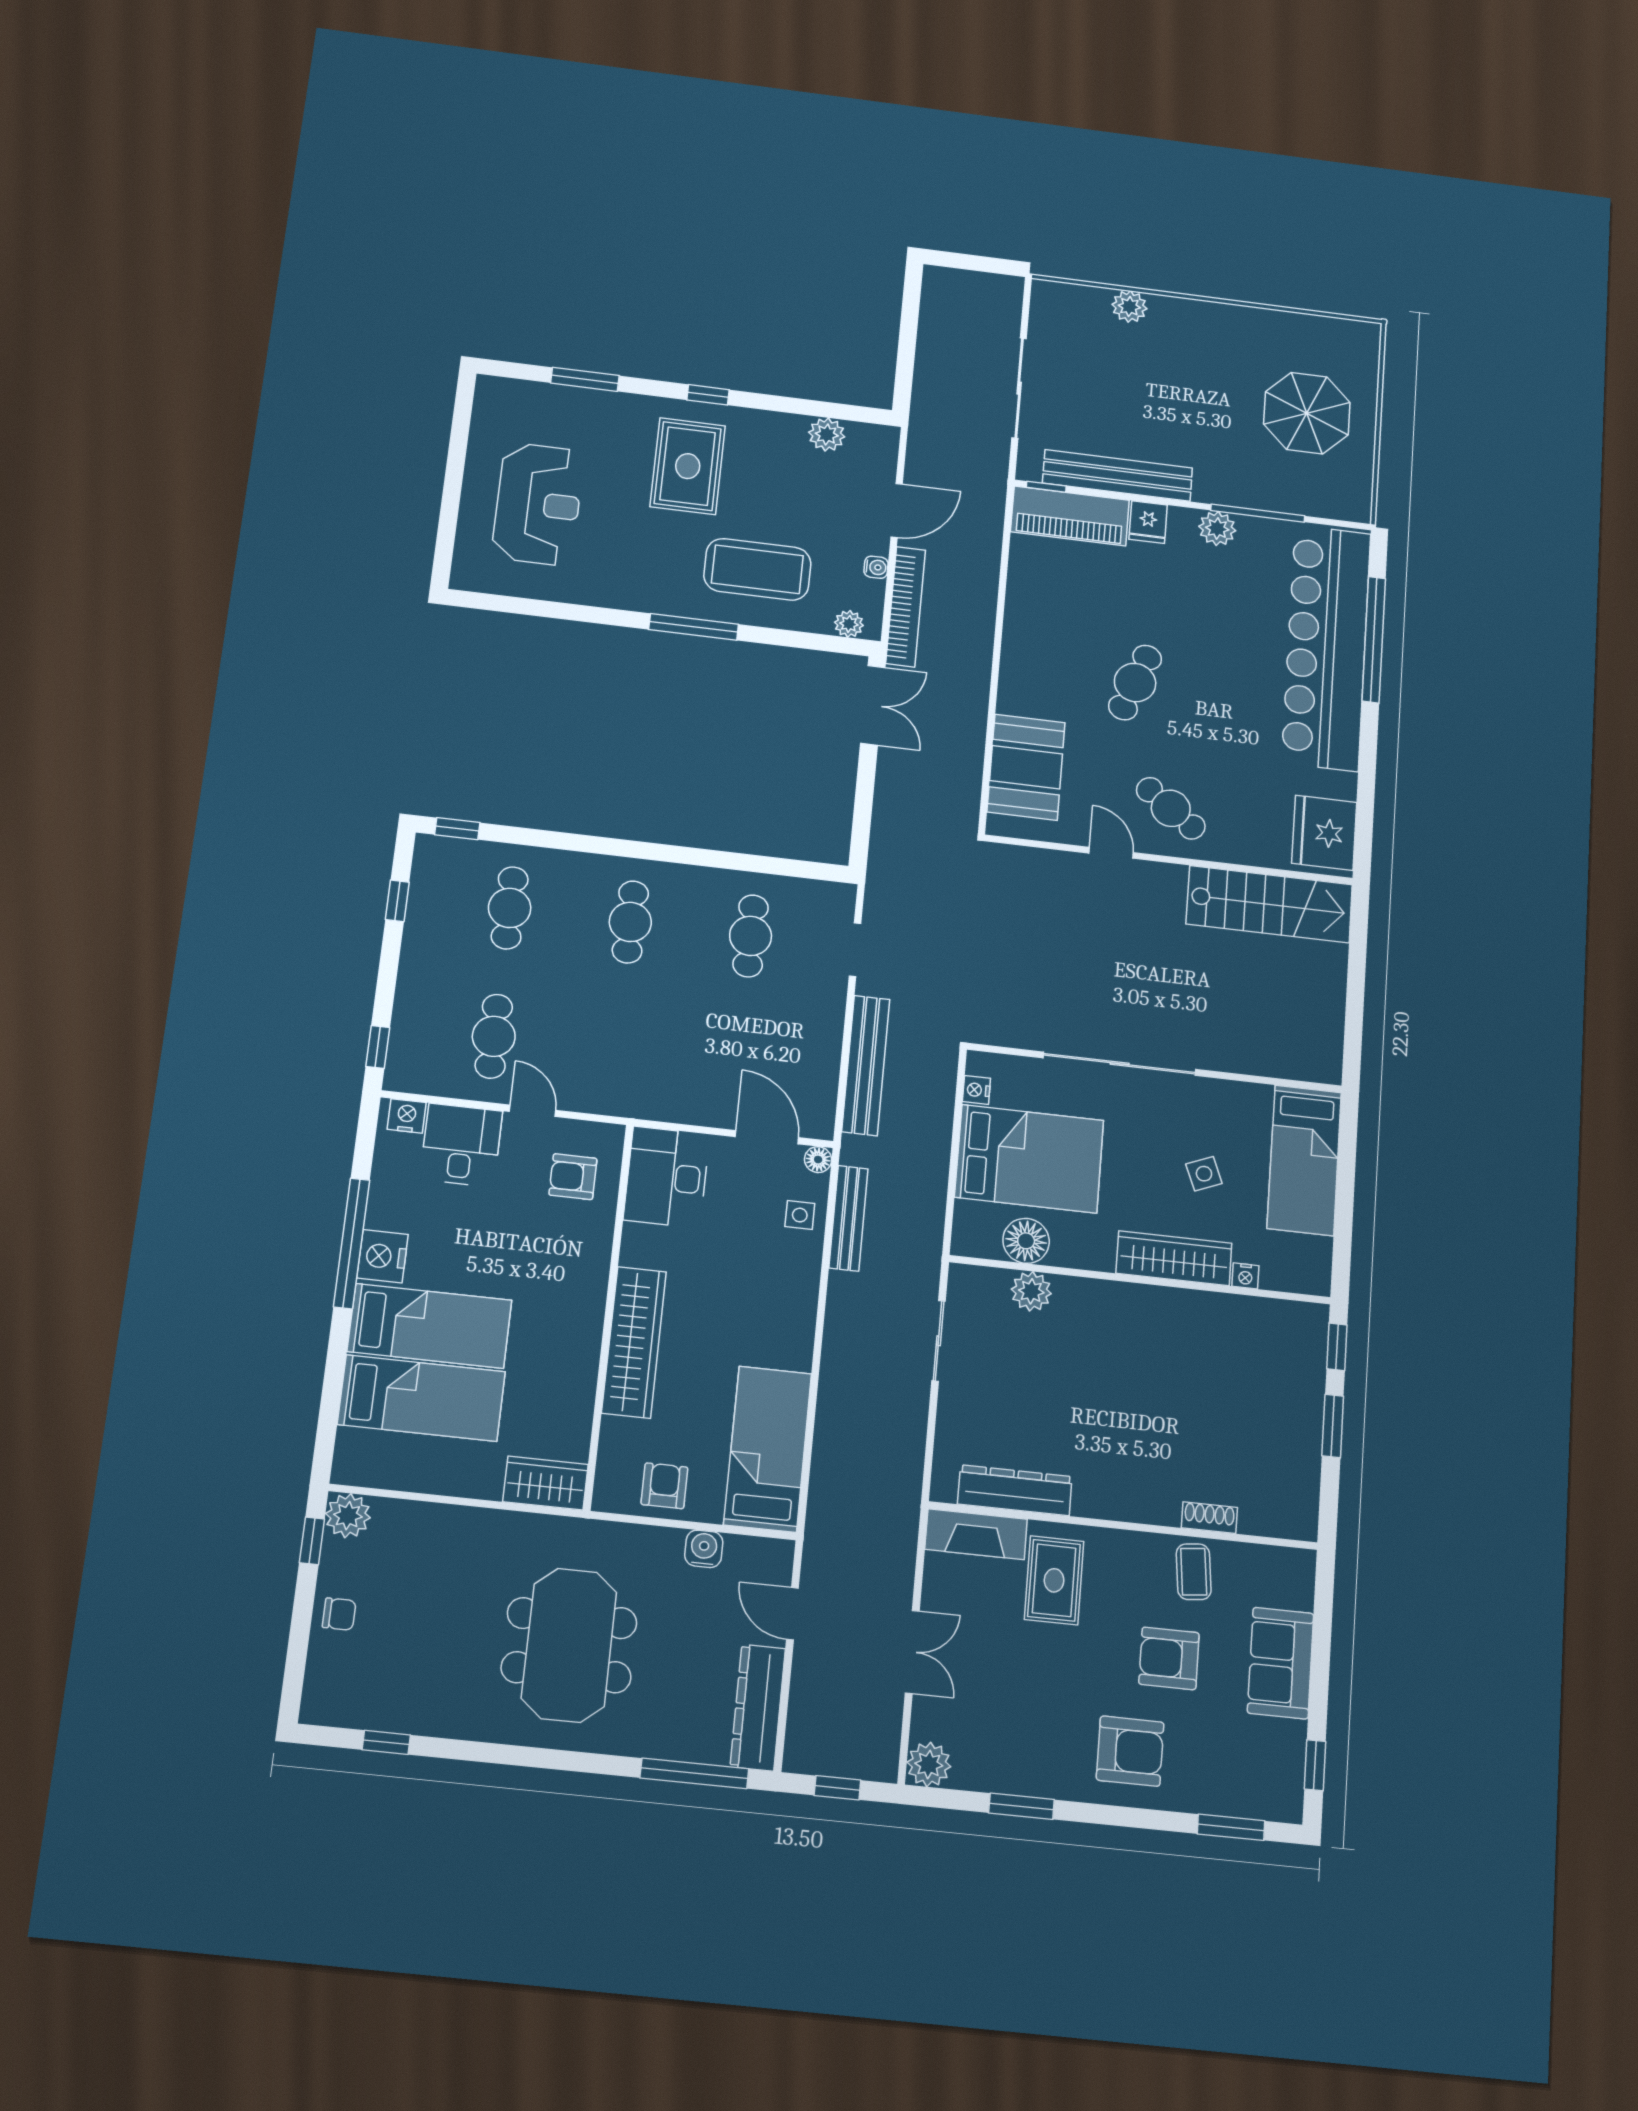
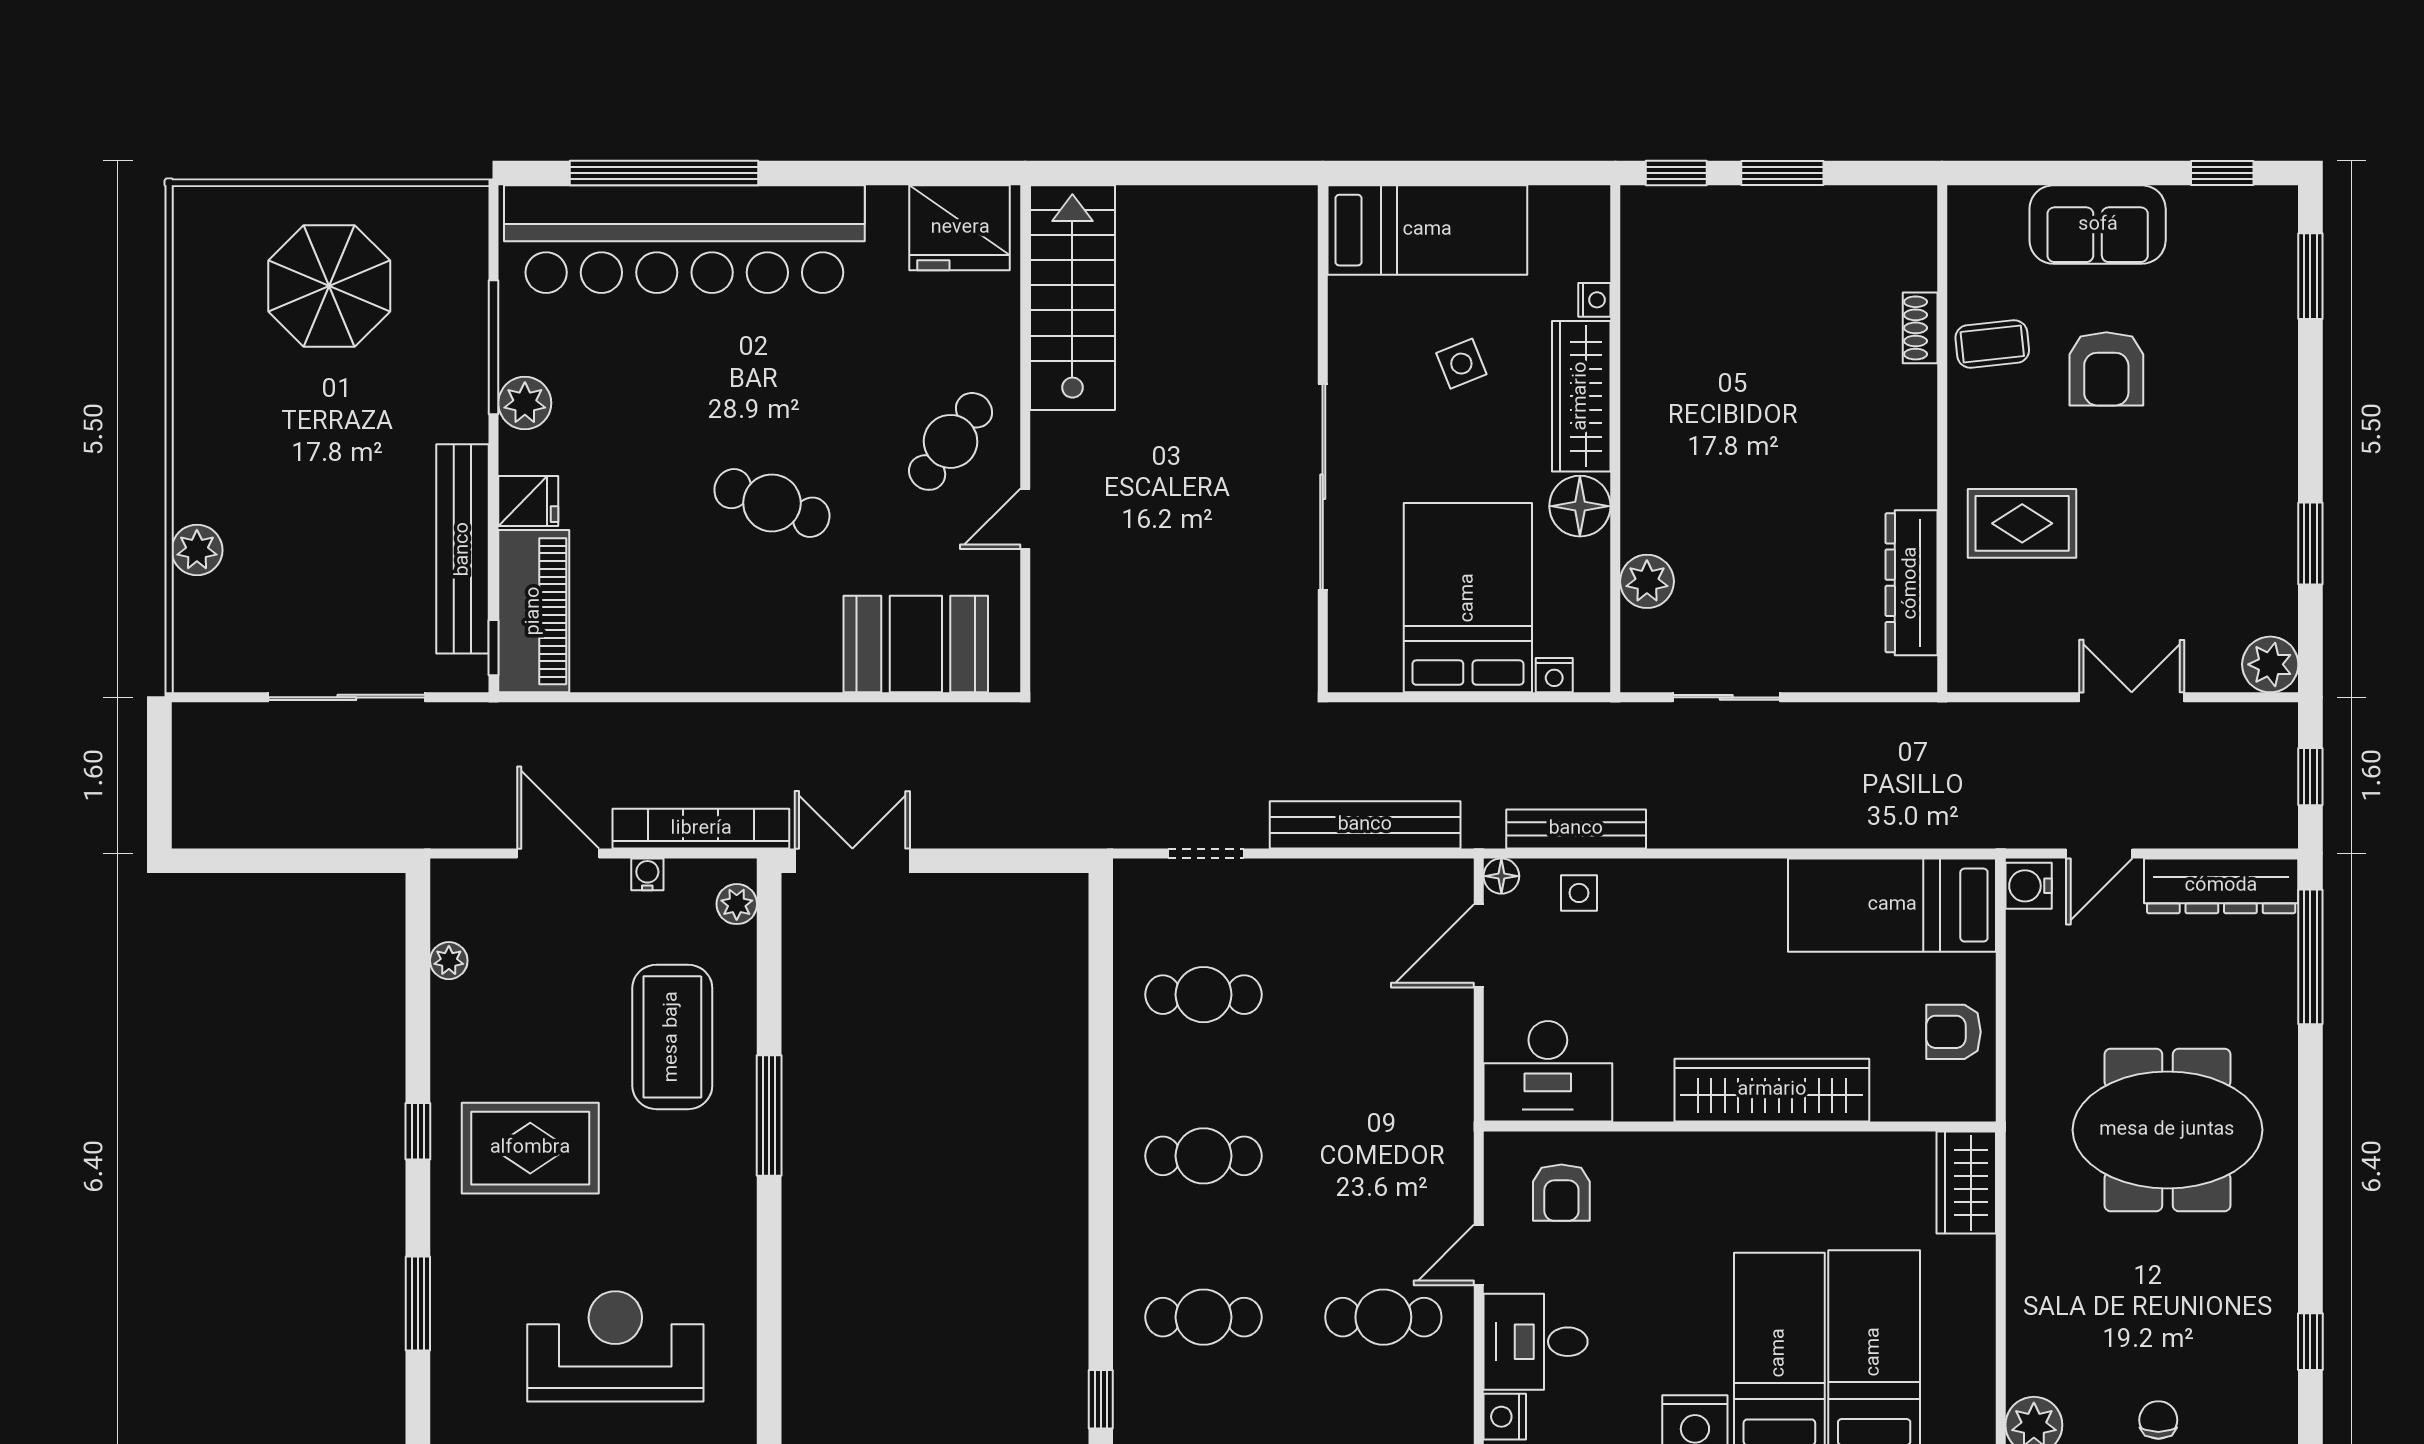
plant: (827, 435) -> (449, 961), width x0.73, depth x0.73
nightstand: (976, 1090) -> (1554, 675), moved
floor lamp: (1026, 1241) -> (1580, 506), moved
fireplace: (976, 1534) -> (1973, 628), removed
water cooler: (704, 1549) -> (2029, 886), moved
armchair: (1130, 1751) -> (2228, 411), removed

